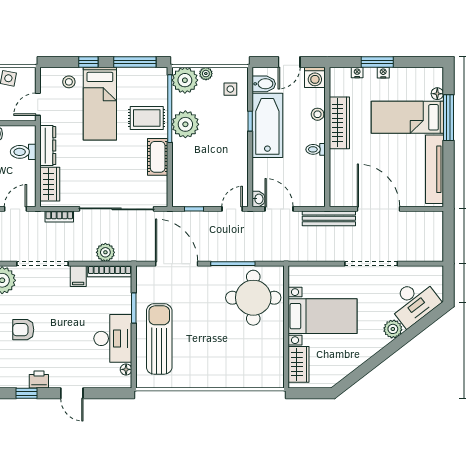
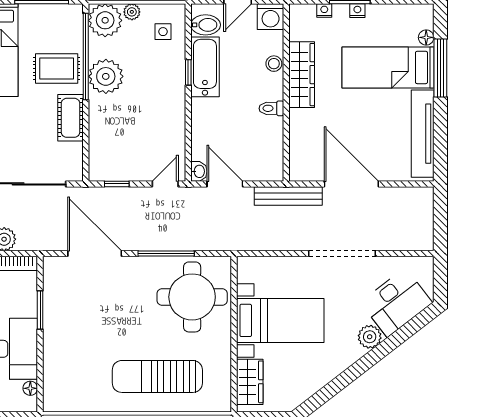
bathtub: (267, 125) -> (205, 67), width x0.73, depth x0.73
sun lounger: (159, 339) -> (157, 376), moved, turned -90

